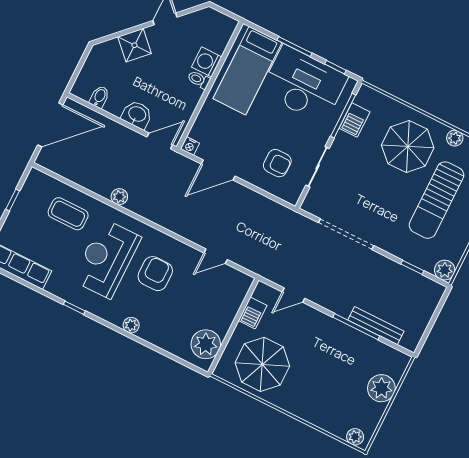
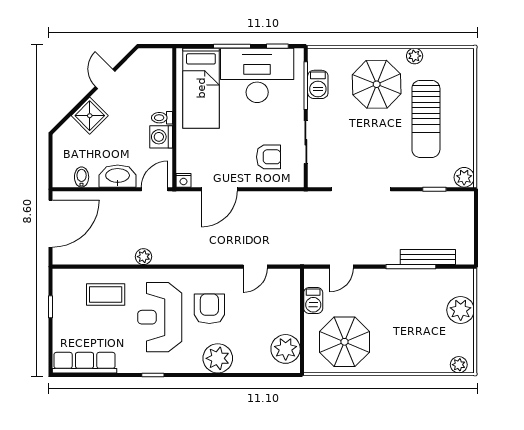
washing machine: (207, 62) -> (161, 137), moved
washbasin: (137, 115) -> (118, 176), width x1.38
plant: (131, 325) -> (218, 358), width x1.87, depth x1.87

